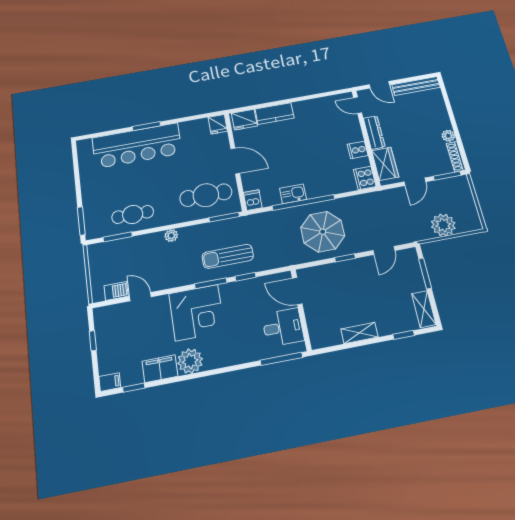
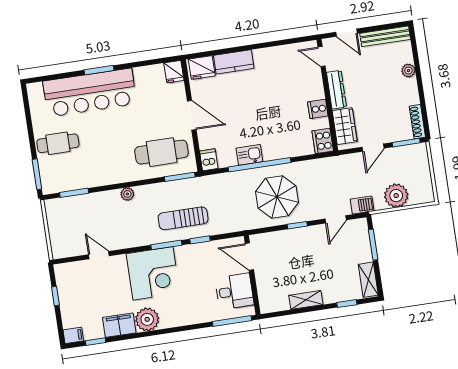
plant: (448, 136) -> (408, 71), moved
cafe table: (133, 214) -> (58, 143), moved
barbecue: (116, 291) -> (362, 205), moved

